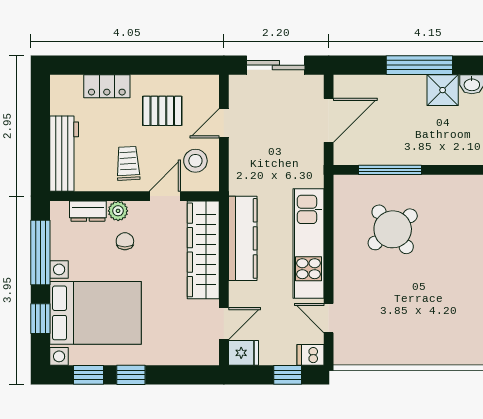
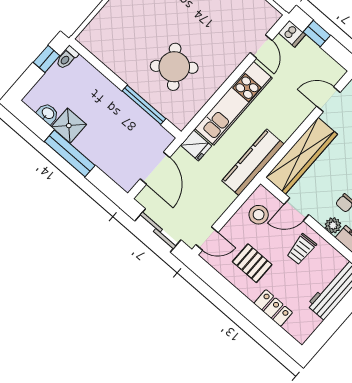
door: (329, 120) -> (155, 168), swing flipped
door: (224, 123) -> (207, 239), moved
kitchen counter: (243, 238) -> (253, 162), moved
fridge: (244, 353) -> (196, 146), moved, turned 180

